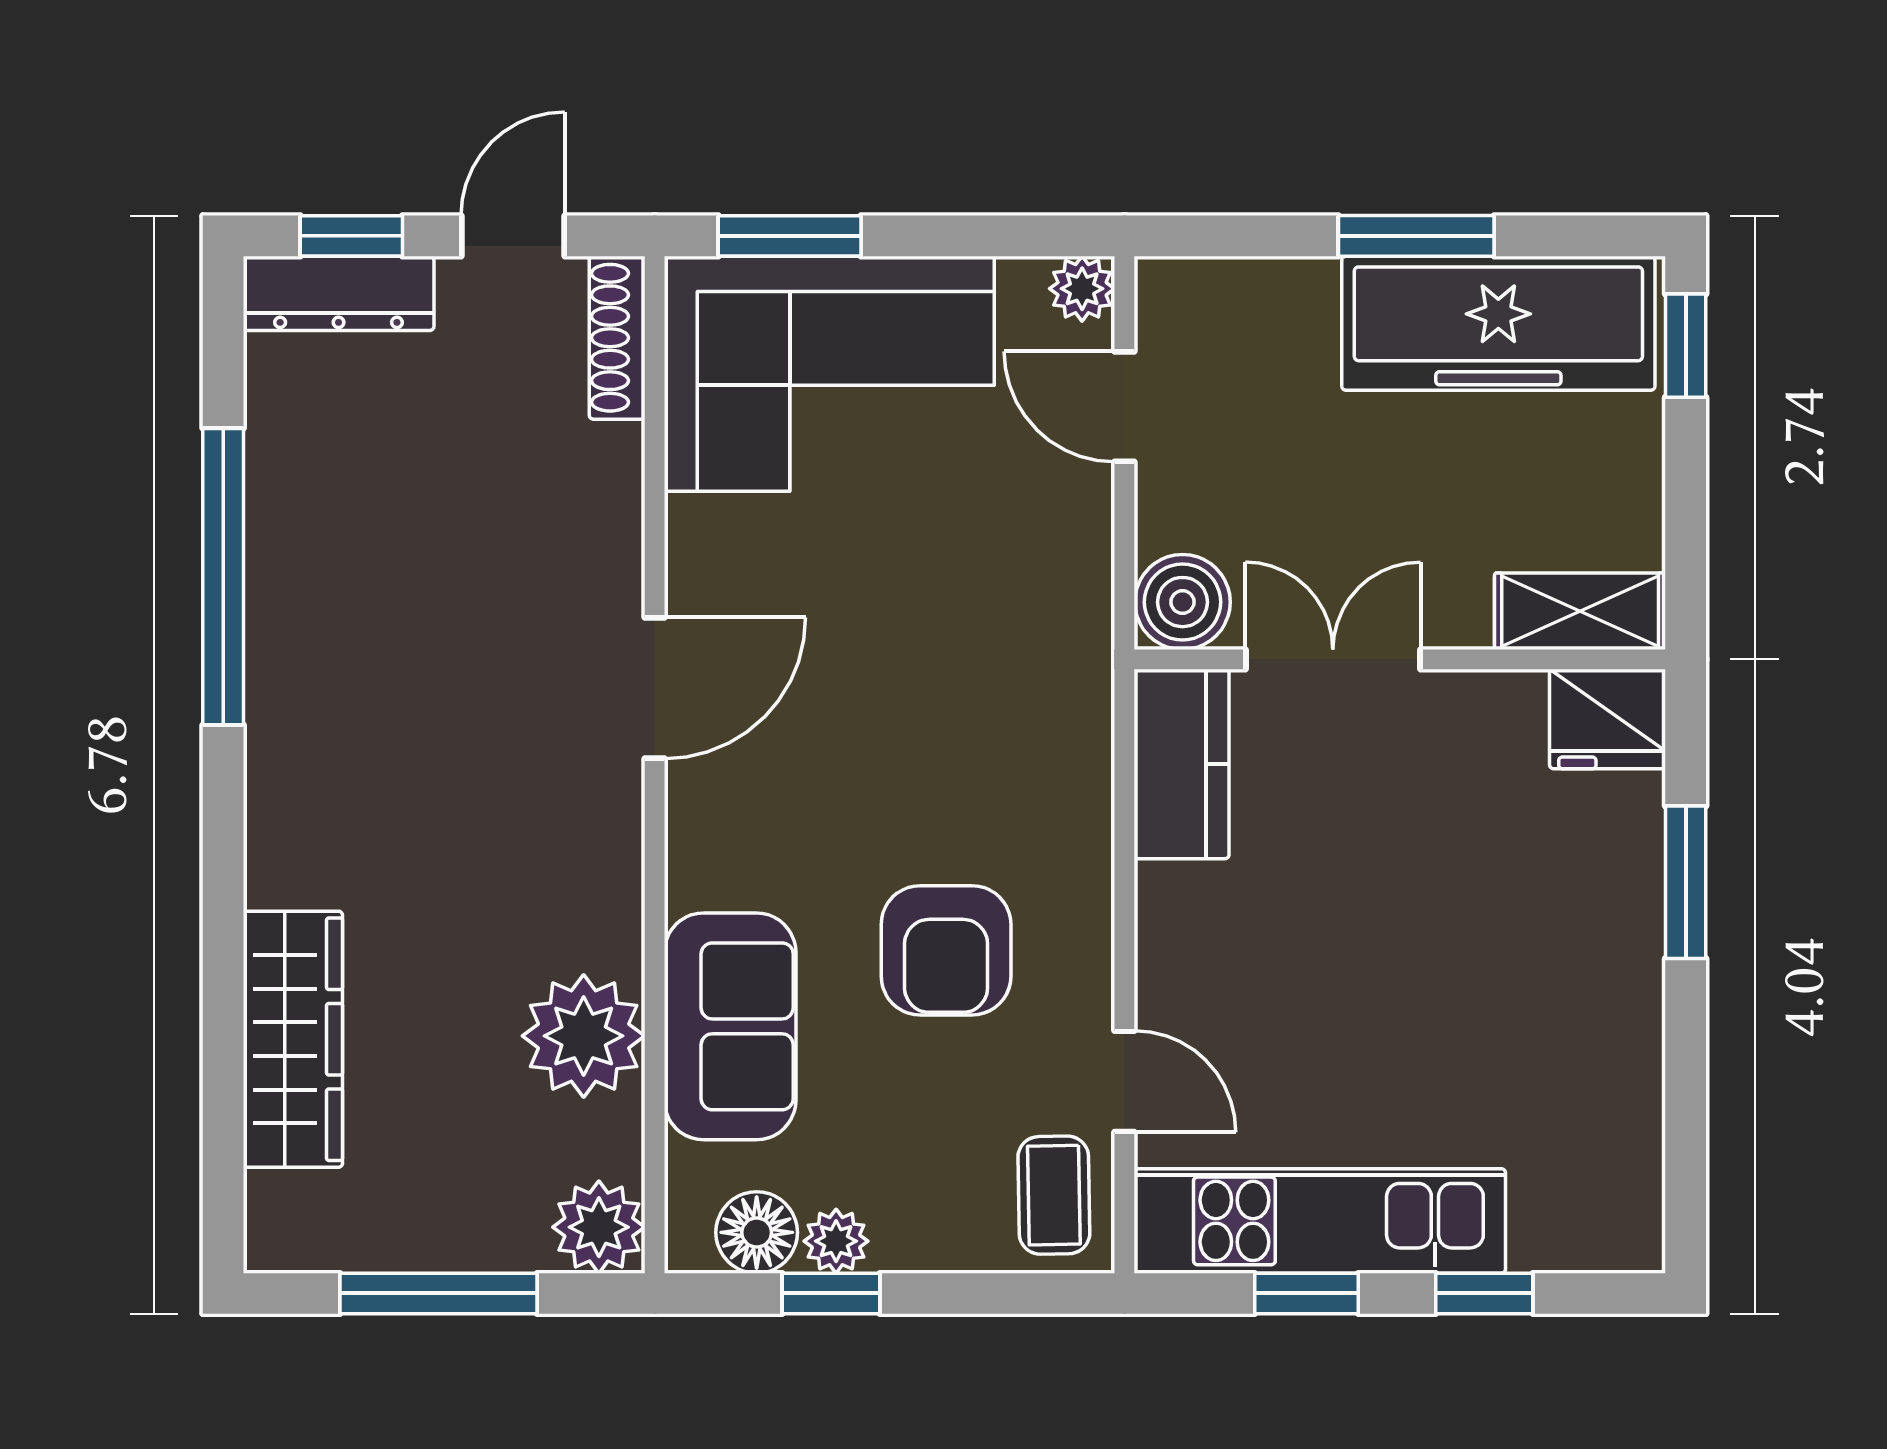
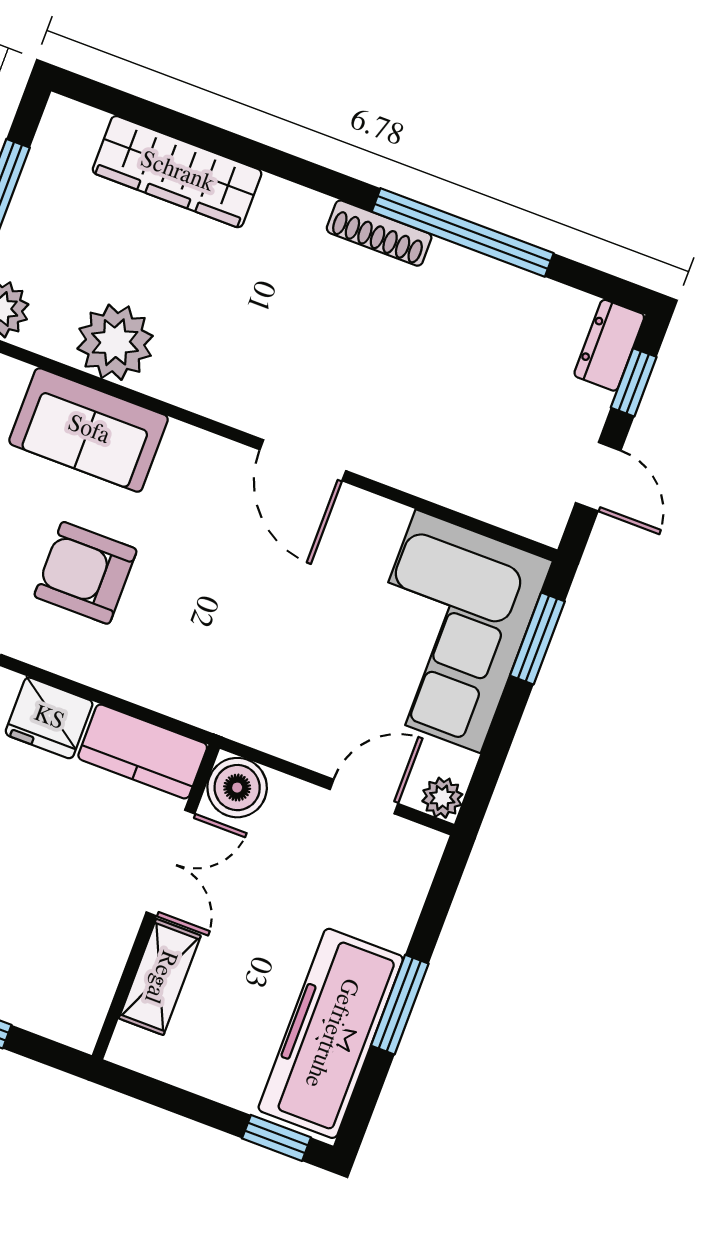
dresser: (339, 293) -> (609, 345), width x0.70
shoe rack: (617, 338) -> (379, 233), moved, turned 180
shelving: (1580, 611) -> (160, 977), moved
fridge: (1607, 719) -> (49, 718), moved, turned -90

